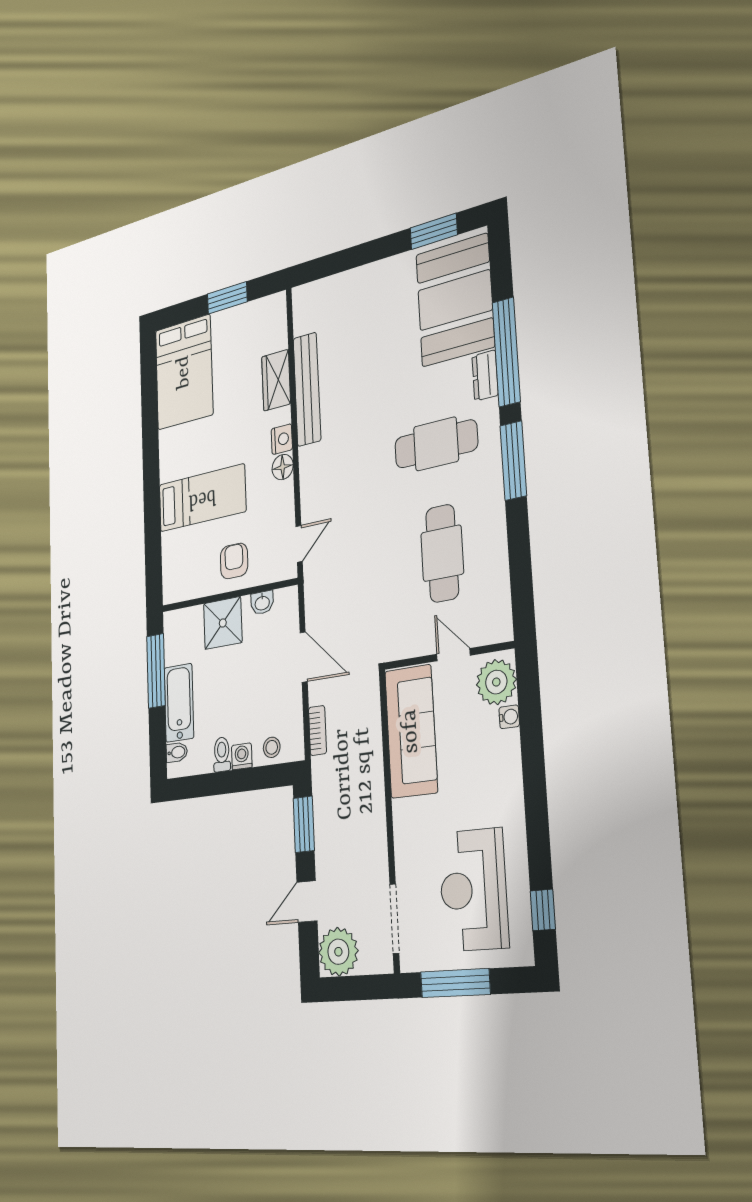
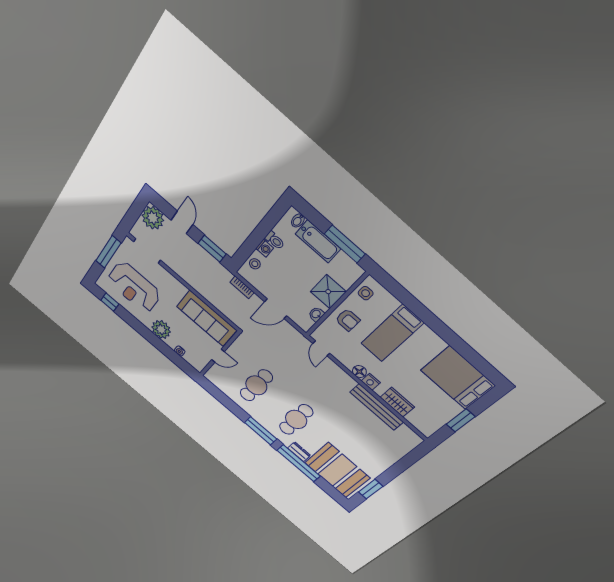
cafe table: (442, 553) -> (256, 385), turned 90
side table: (186, 582) -> (366, 293), added
plant: (496, 682) -> (161, 329), moved
reception desk: (473, 890) -> (134, 287), turned 180

